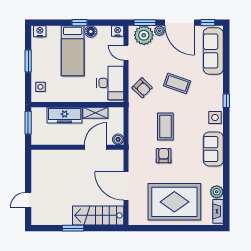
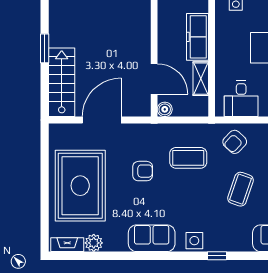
desk: (110, 83) -> (241, 99), width x0.73
coffee table: (165, 126) -> (188, 158), moved

